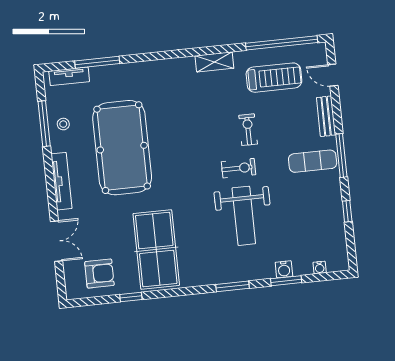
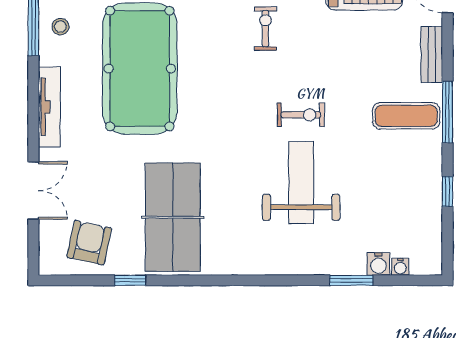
exercise bike: (248, 130) -> (265, 29), moved
weight bench: (244, 216) -> (301, 183), turned 180
water cooler: (284, 269) -> (378, 264), moved
armchair: (99, 274) -> (89, 243), turned -78
window: (233, 286) -> (275, 280), removed

